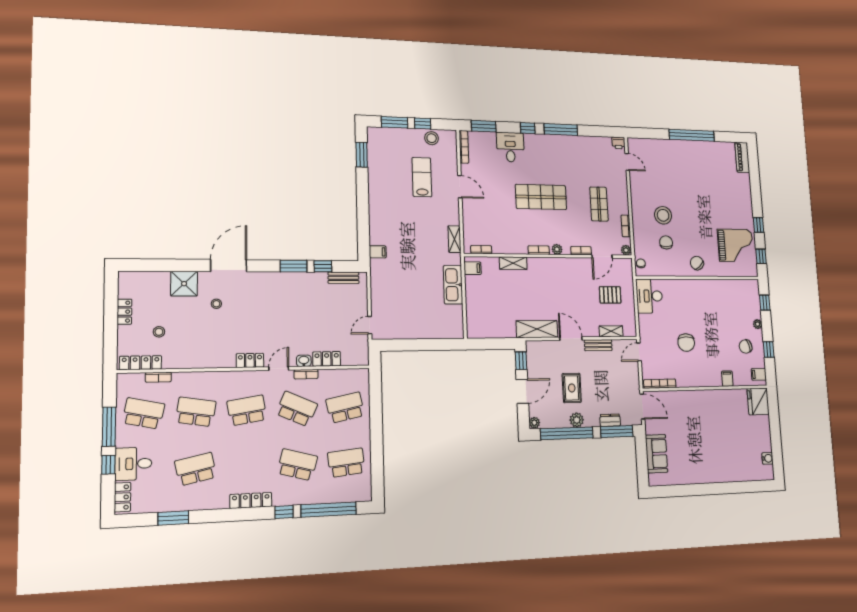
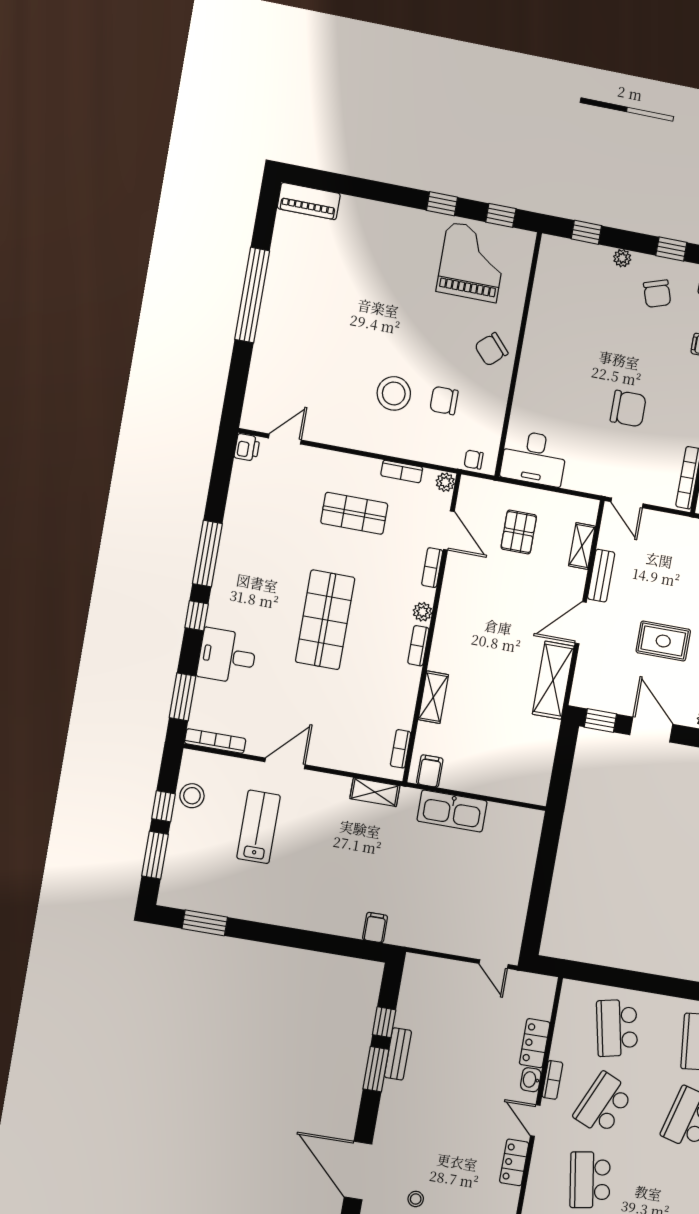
lab bench: (422, 177) -> (259, 827), turned 90
bench: (343, 278) -> (398, 1054), moved

